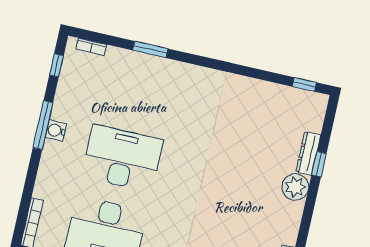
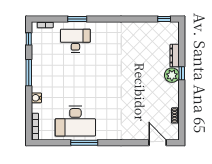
water cooler: (56, 131) -> (36, 98), moved
desk: (122, 158) -> (75, 41), moved, width x0.73, depth x0.77
window: (319, 164) -> (182, 73), moved

